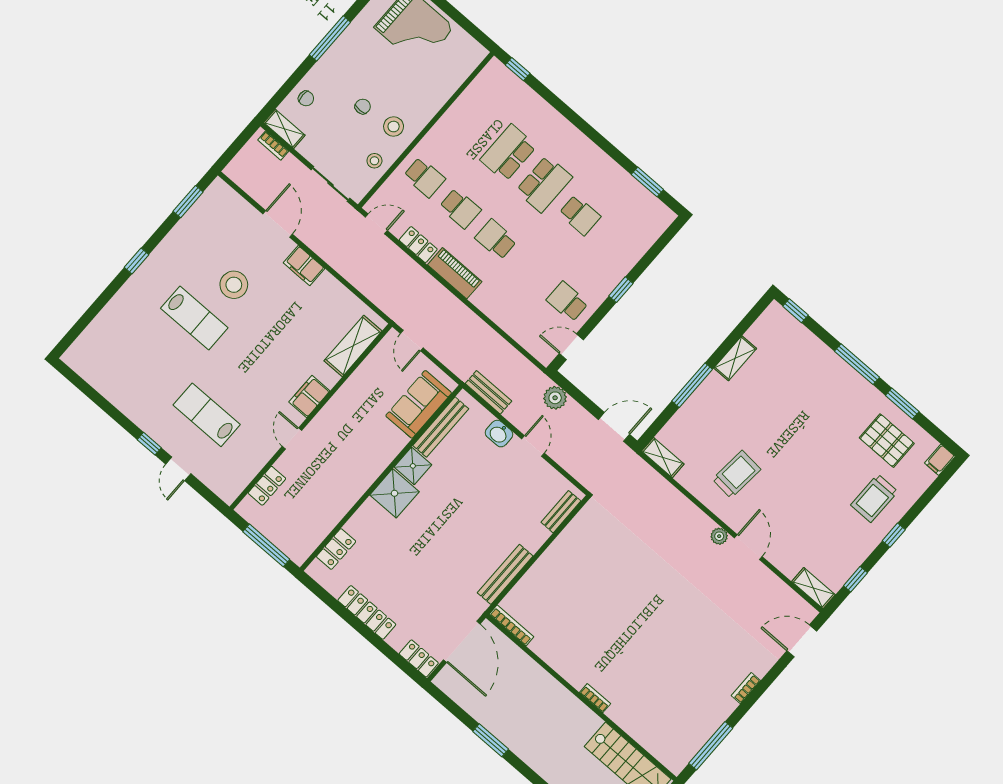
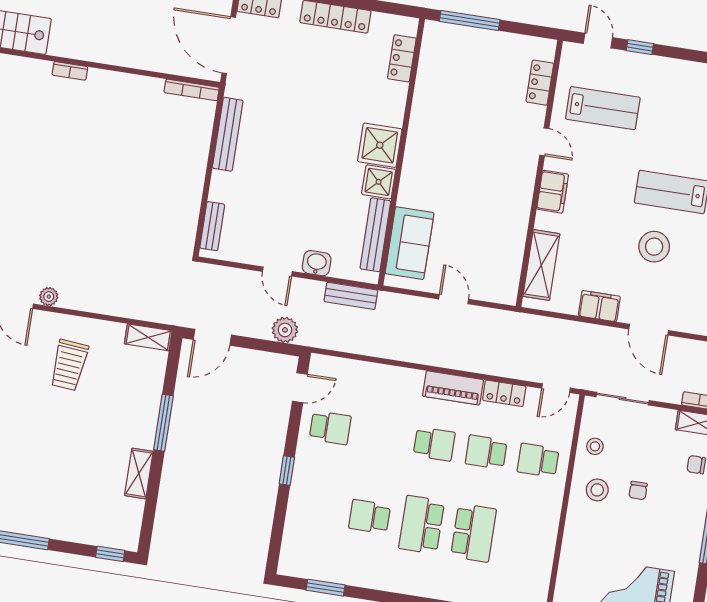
shelving: (353, 346) -> (541, 265), moved
filing cabinet: (309, 397) -> (553, 192), moved
wall: (311, 417) -> (539, 173), moved
door: (292, 438) -> (544, 142), moved
locker: (267, 486) -> (540, 83), moved

